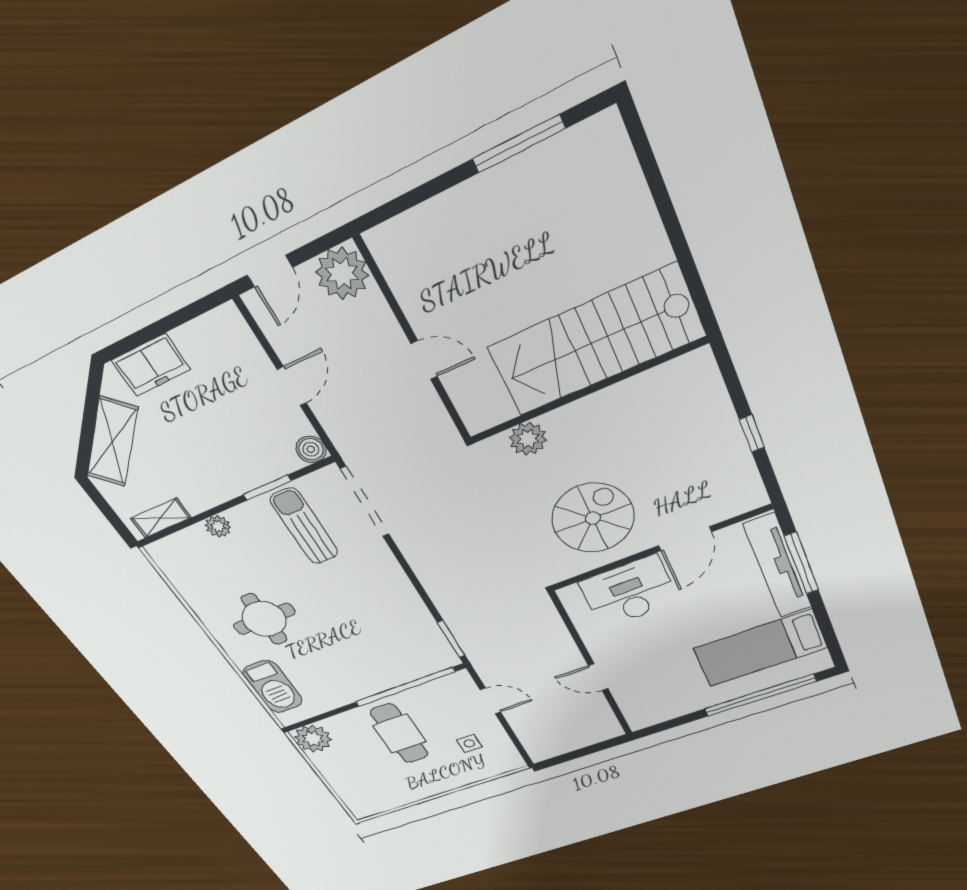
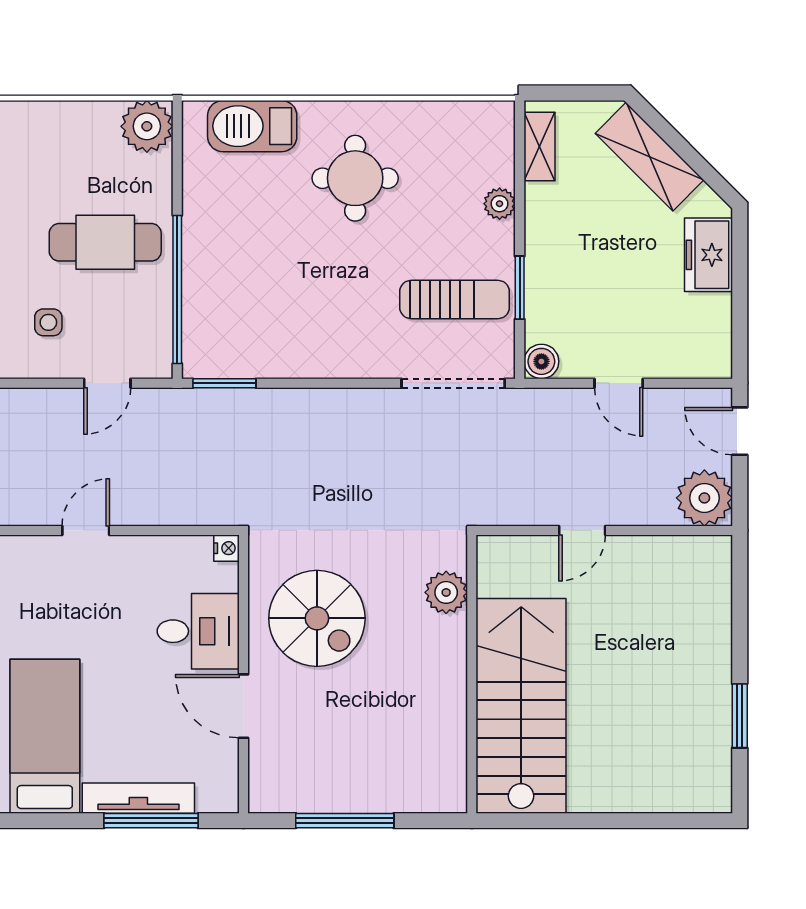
window: (519, 144) -> (740, 716), width x0.69
window: (752, 433) -> (345, 821), width x2.17
tv unit: (778, 566) -> (138, 798), width x0.73, depth x0.78
desk: (629, 592) -> (198, 631), width x0.73
nightstand: (568, 594) -> (227, 548), added

